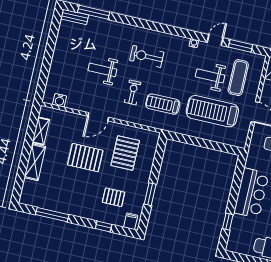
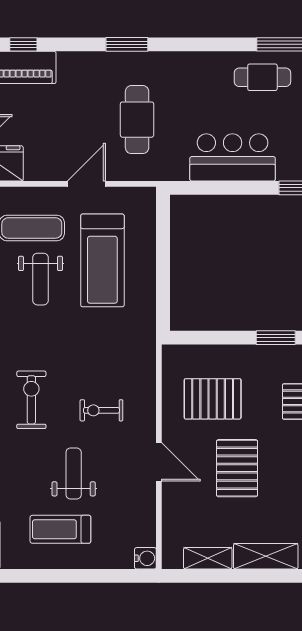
exercise bike: (147, 56) -> (31, 400), turned 180
weight bench: (102, 70) -> (74, 474), turned 180
water cooler: (60, 100) -> (145, 558), moved
treadmill: (163, 104) -> (60, 529), moved, turned 90

